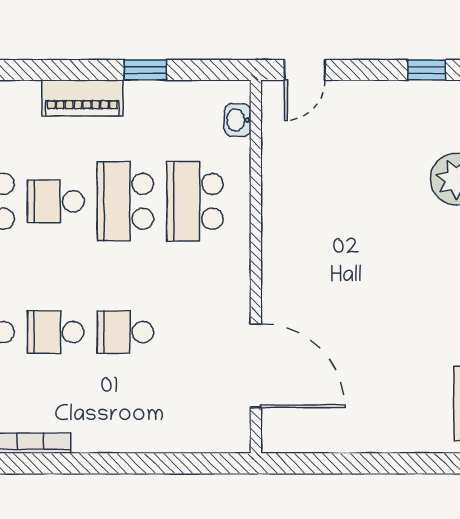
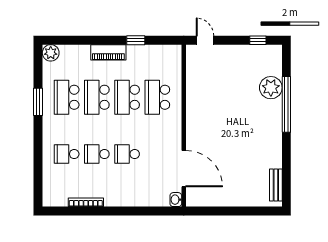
door: (305, 70) -> (205, 40), swing flipped
washbasin: (238, 120) -> (176, 200), moved
school desk: (56, 201) -> (97, 97), width x1.85

